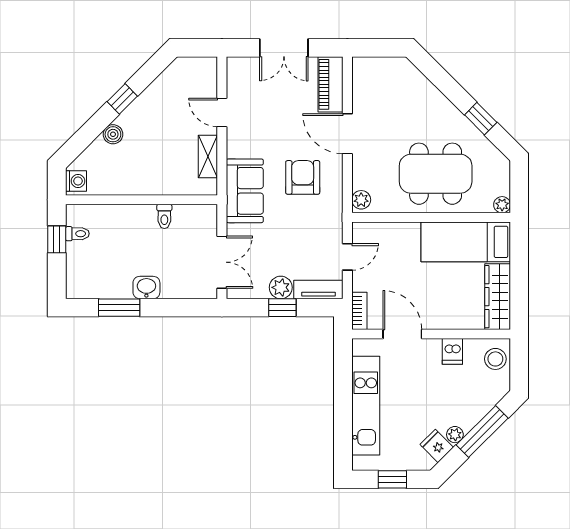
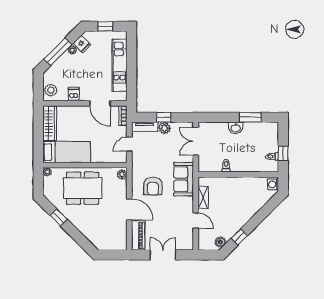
window: (122, 99) -> (239, 237), moved
boiler: (113, 134) -> (220, 242), moved

